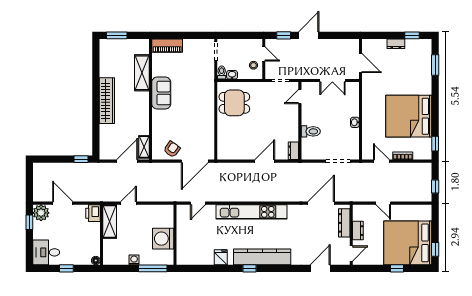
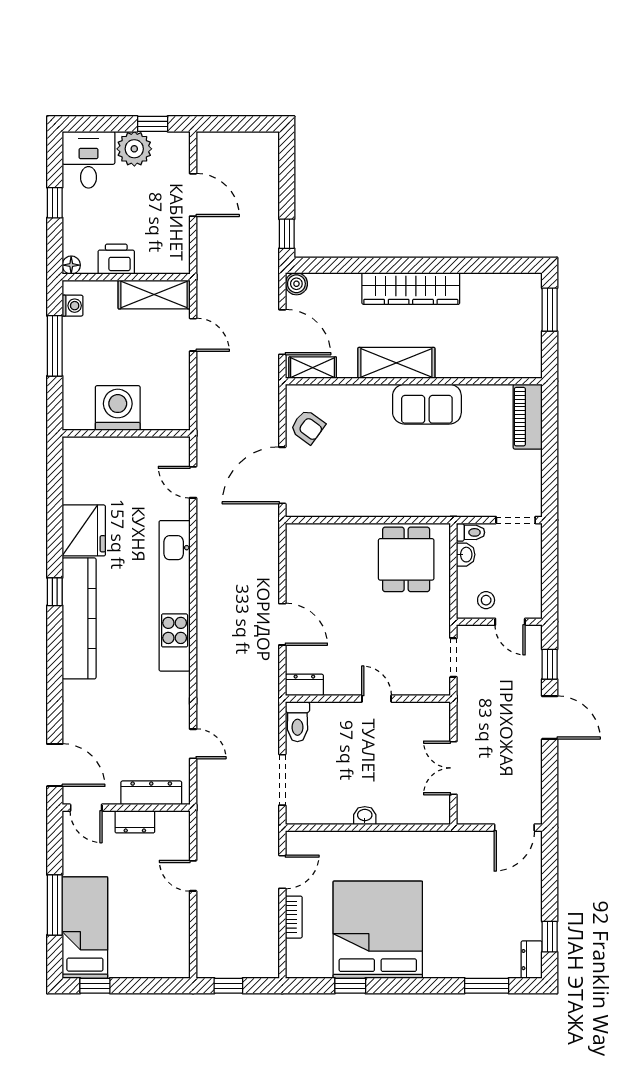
dresser: (396, 44) -> (532, 960), moved
door: (264, 54) -> (510, 622), hinge flipped
door: (361, 63) -> (514, 828), moved
shelving: (142, 73) -> (396, 363), moved
door: (300, 97) -> (377, 699), moved
toilet: (311, 131) -> (297, 722), moved
window: (435, 144) -> (350, 986), moved
boiler: (105, 154) -> (296, 284), added
door: (195, 161) -> (282, 475), hinge flipped
door: (63, 203) -> (193, 195), hinge flipped
door: (321, 203) -> (193, 744), width x0.53
door: (383, 203) -> (193, 876), hinge flipped
plant: (41, 213) -> (134, 149), moved
printer: (93, 213) -> (116, 259), moved
bed: (408, 243) -> (85, 928), width x0.49
fridge: (221, 257) -> (84, 530), width x1.88, depth x1.34
washing machine: (134, 260) -> (73, 306), moved
window: (153, 268) -> (55, 346), moved
door: (320, 268) -> (55, 765), moved
window: (397, 268) -> (55, 905), width x2.17

